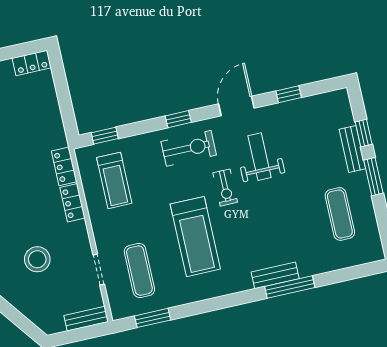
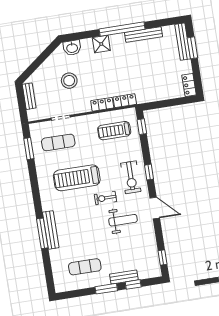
window: (289, 94) -> (163, 258), moved
bench: (275, 275) -> (51, 230), width x1.36
bench: (86, 319) -> (29, 96), moved

